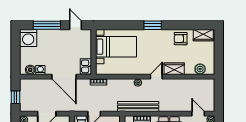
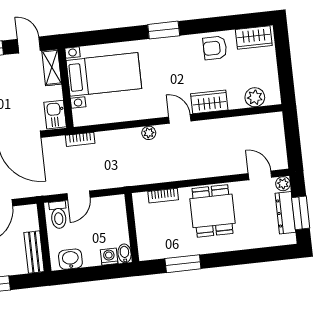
shelving: (87, 39) -> (52, 67), added
door: (156, 77) -> (180, 119), hinge flipped
bench: (138, 106) -> (154, 174), removed

